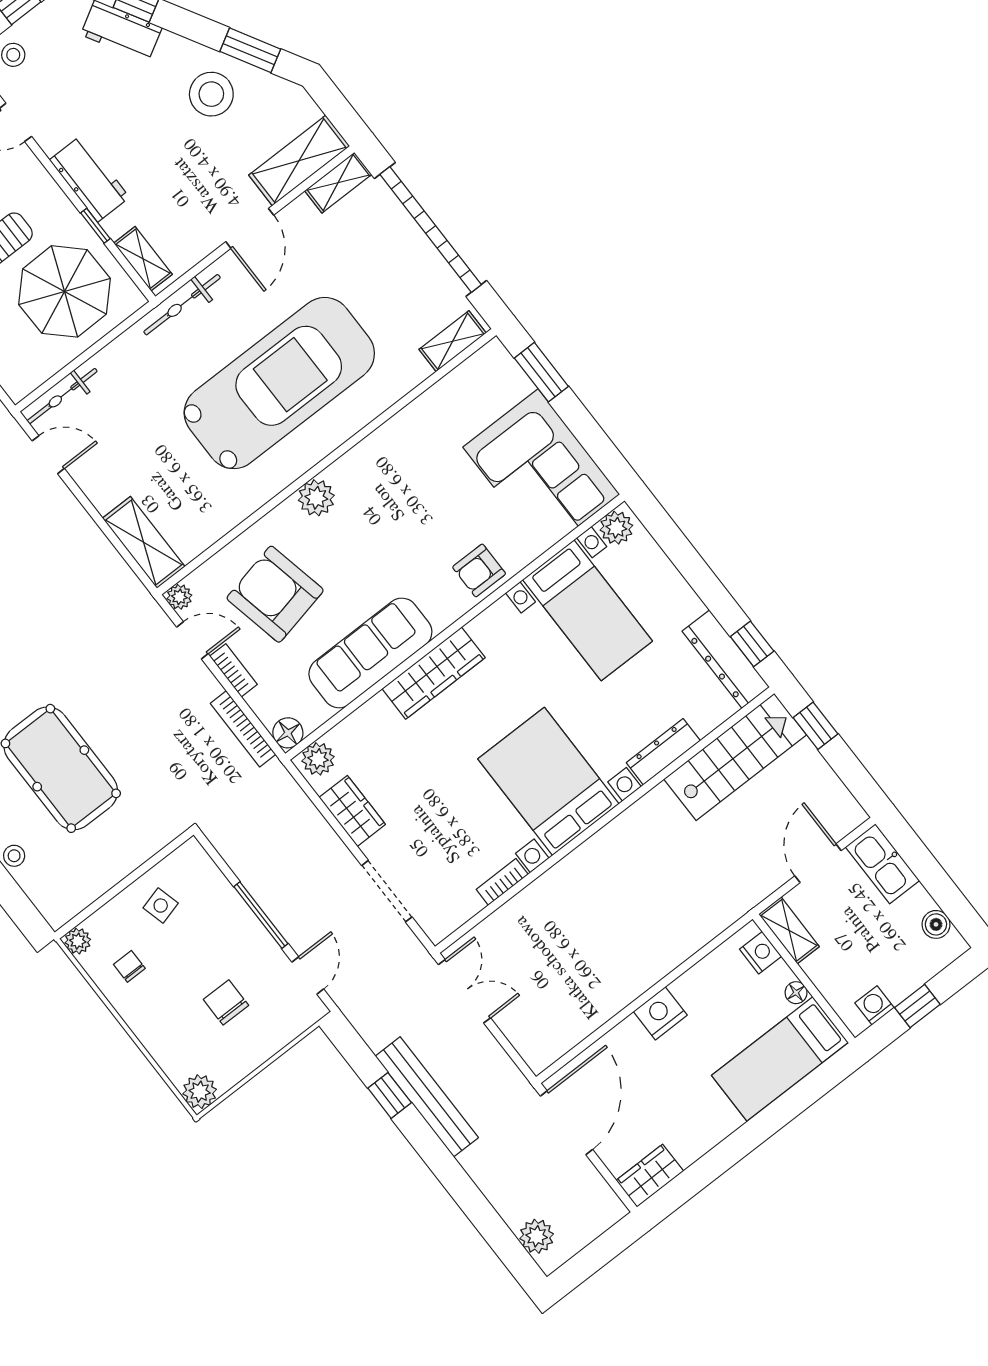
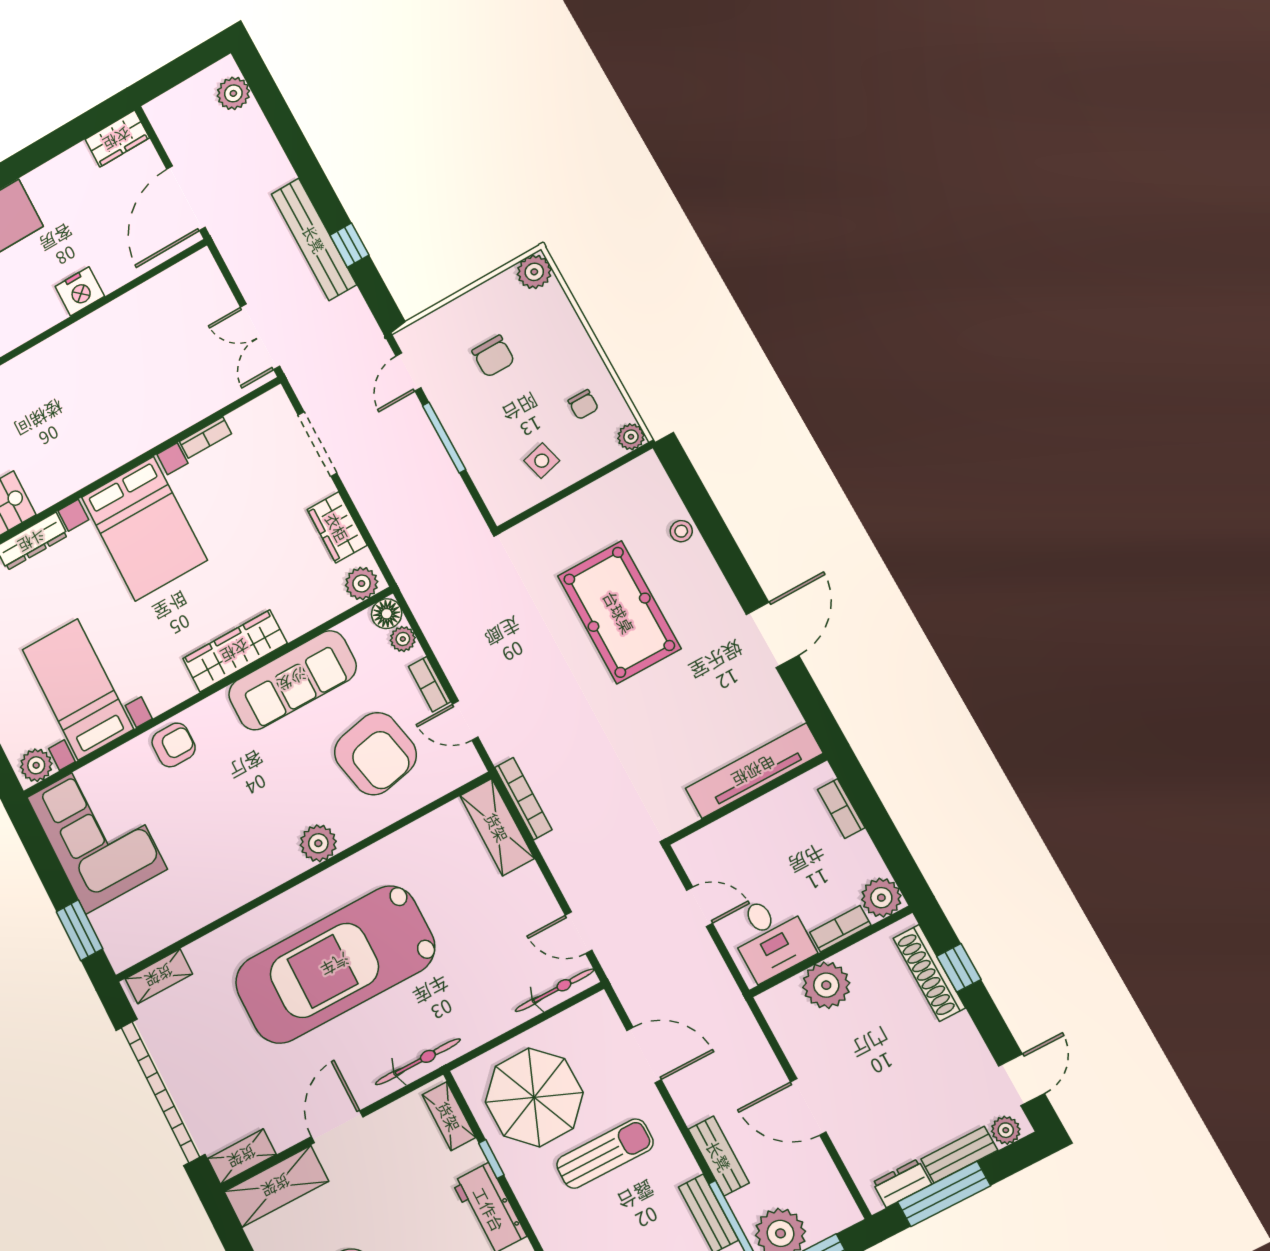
plant: (179, 597) -> (403, 639), moved
bookcase: (243, 729) -> (523, 799), moved

